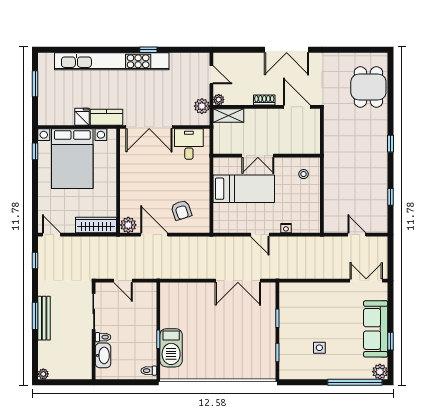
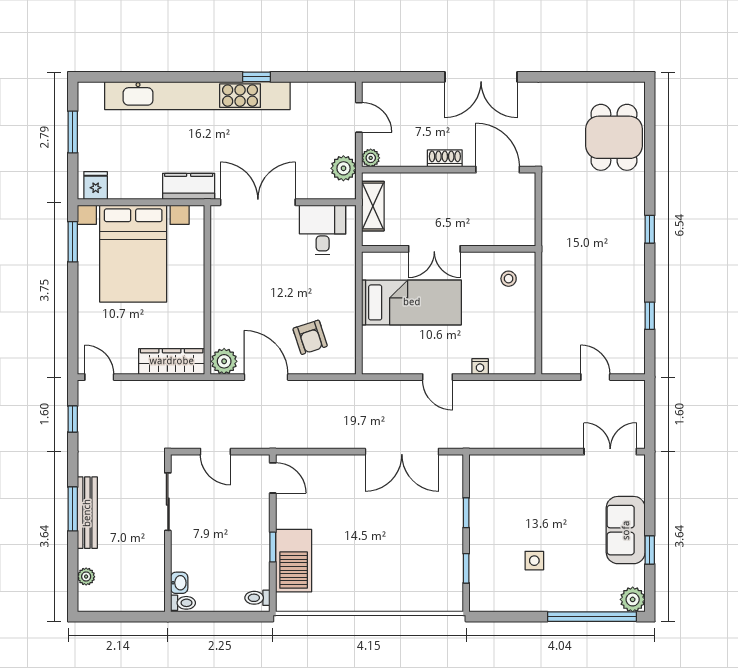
shelving: (228, 115) -> (373, 206), moved, turned 90
fridge: (82, 117) -> (96, 186), moved
double door: (149, 127) -> (258, 202), swing flipped
window: (35, 151) -> (73, 242), width x1.50
door: (158, 297) -> (273, 478), added
sofa: (376, 329) -> (626, 530), width x0.73
toilet: (103, 337) -> (183, 603), moved
washbasin: (103, 355) -> (179, 583), width x0.52, depth x0.69
plant: (43, 374) -> (86, 577), moved

